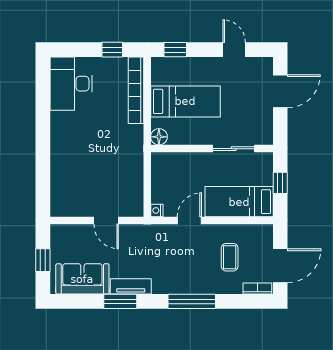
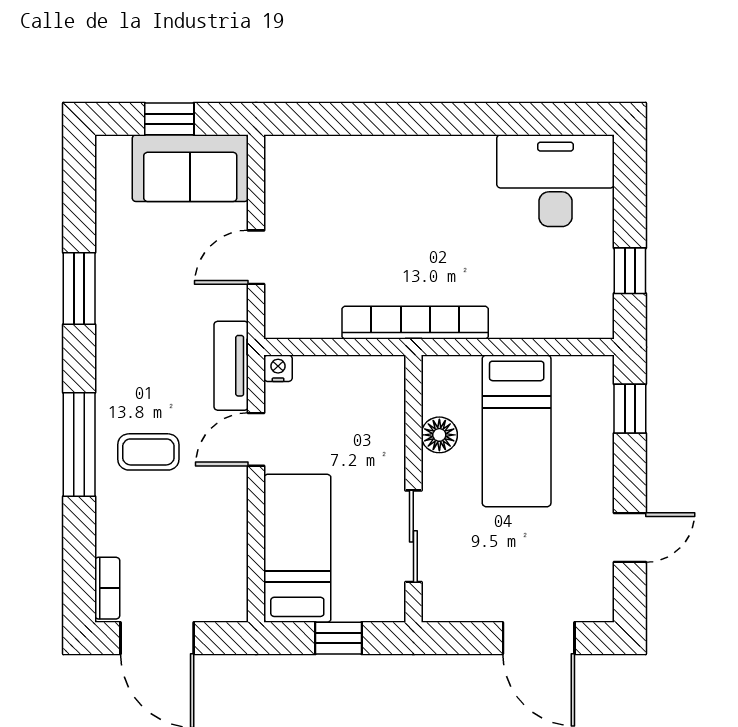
bookcase: (136, 90) -> (415, 323), moved
floor lamp: (159, 137) -> (439, 435), moved
door: (189, 220) -> (256, 439), swing flipped
coffee table: (230, 257) -> (148, 452), moved
sofa: (82, 279) -> (190, 168), moved, turned 90
tv unit: (131, 286) -> (231, 366), moved, turned 180

